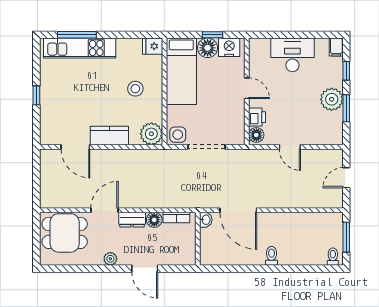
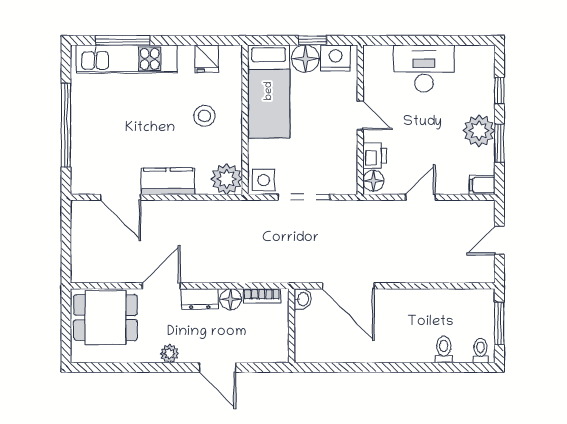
fridge: (153, 46) -> (207, 59), moved, turned -90
filing cabinet: (336, 47) -> (482, 185), moved, turned 90
window: (36, 95) -> (66, 125), width x3.17
door: (290, 147) -> (420, 197), swing flipped
toilet: (272, 256) -> (444, 350), moved

